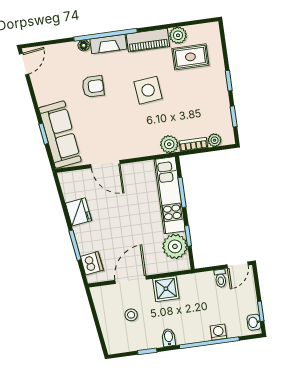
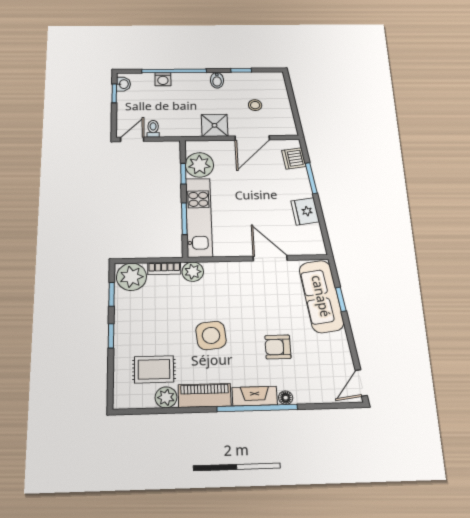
plant: (215, 140) -> (131, 277), width x1.88, depth x1.88

